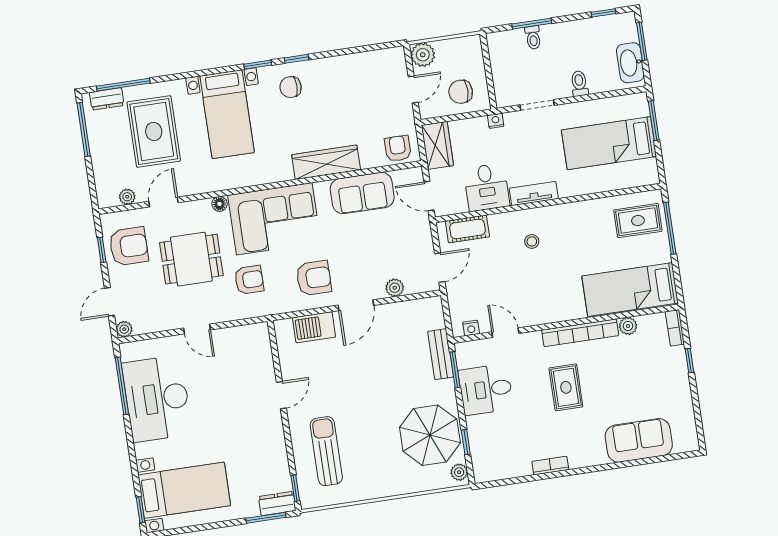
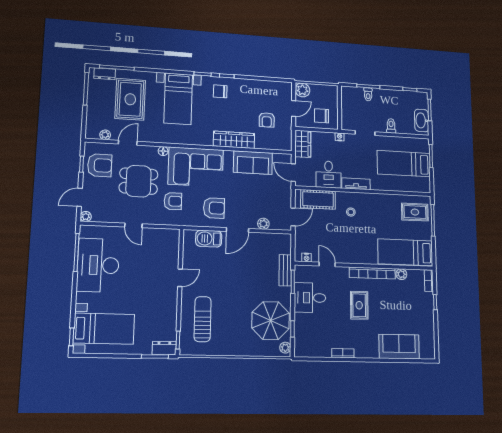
armchair: (398, 148) -> (267, 120), moved, turned 180
cot: (467, 229) -> (318, 199), width x1.37, depth x1.34

